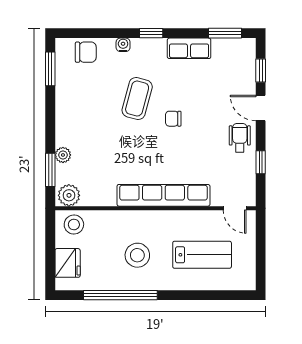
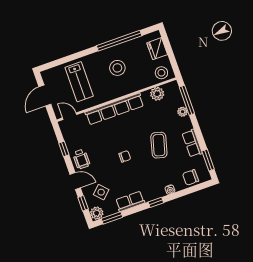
plant: (245, 48) -> (97, 213), added
side table: (228, 78) -> (101, 192), added
coffee table: (137, 99) -> (159, 145), moved
row of seats: (65, 103) -> (192, 143), added
window: (50, 170) -> (187, 100), width x1.44
plant: (69, 195) -> (157, 94), moved
door: (261, 252) -> (45, 95), added
lab bench: (202, 255) -> (79, 82), turned -90

